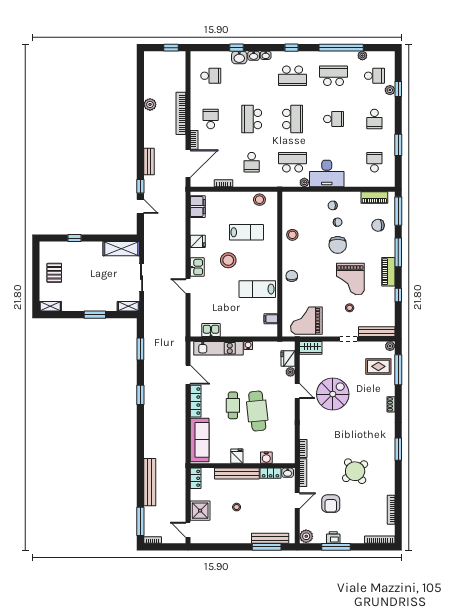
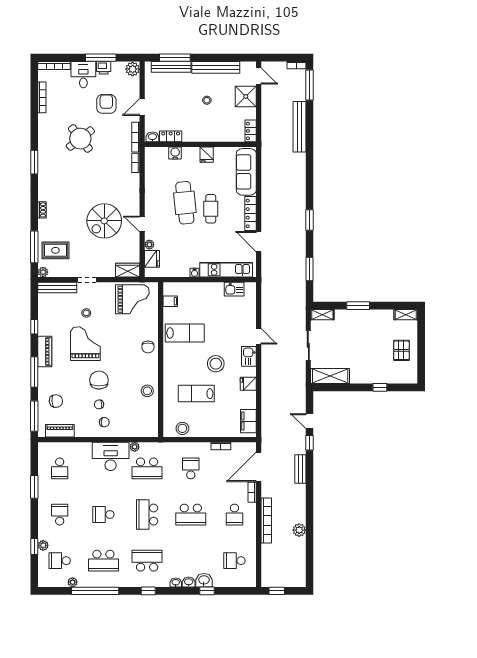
school desk: (252, 119) -> (191, 515), turned 90
bench: (237, 474) -> (216, 67), moved
desk: (352, 531) -> (83, 75), added

